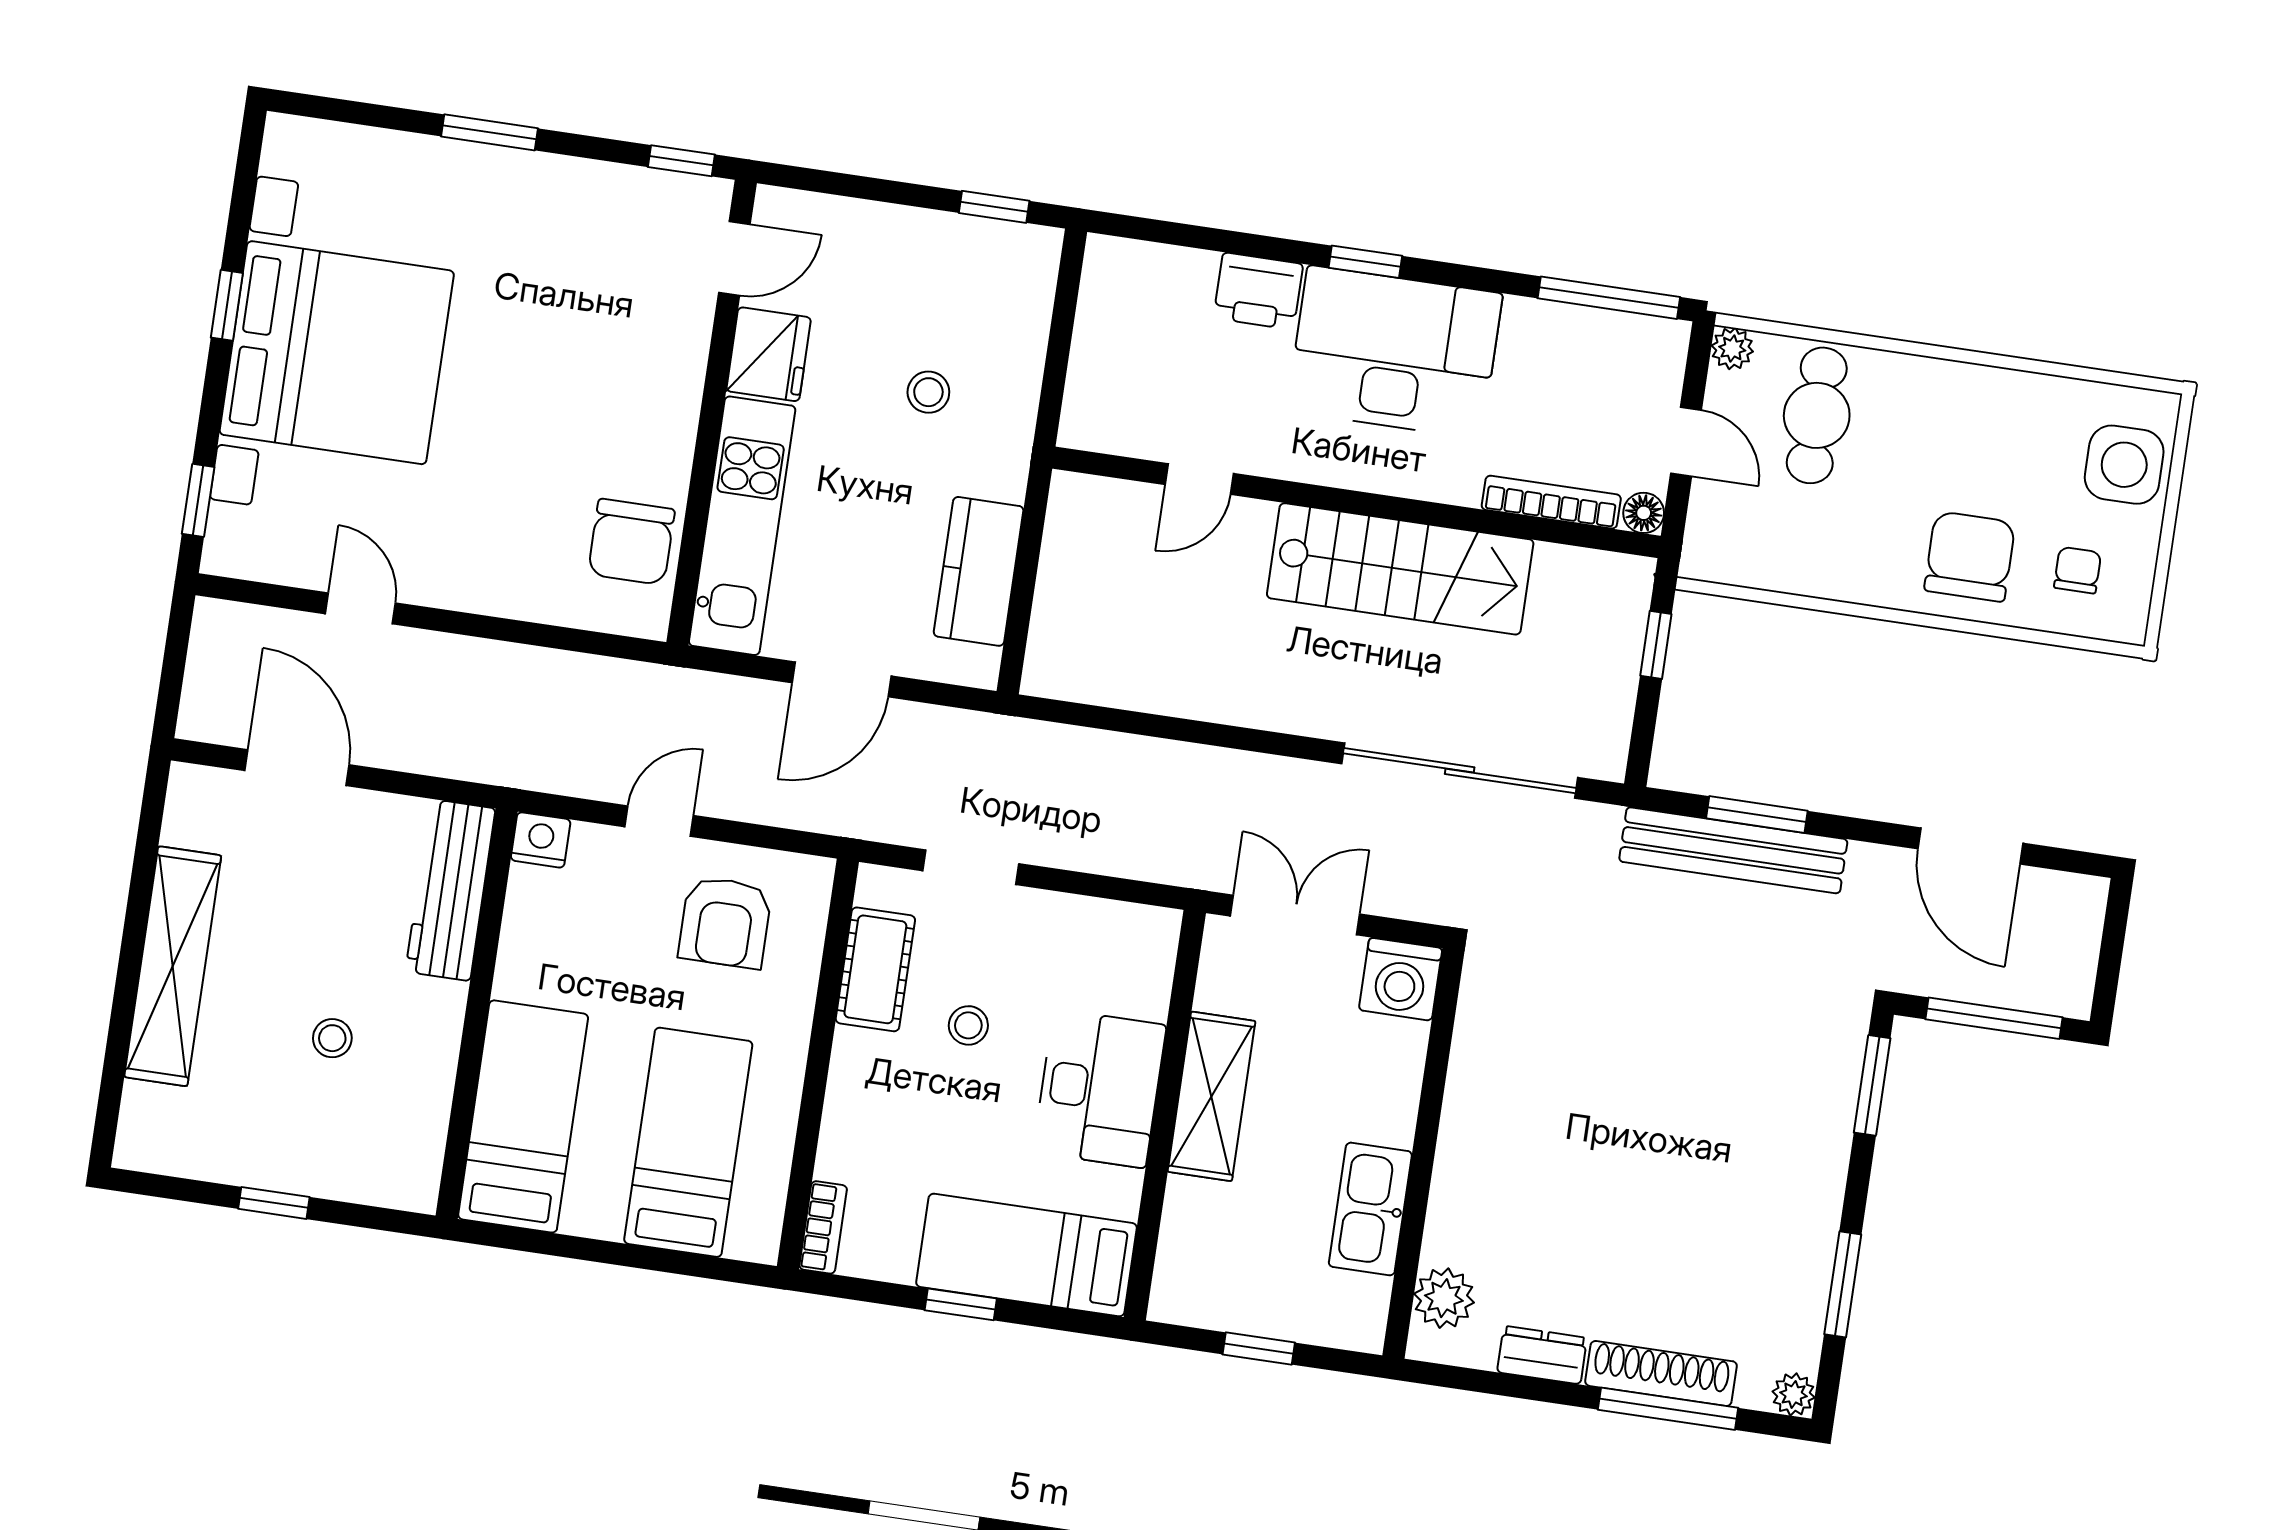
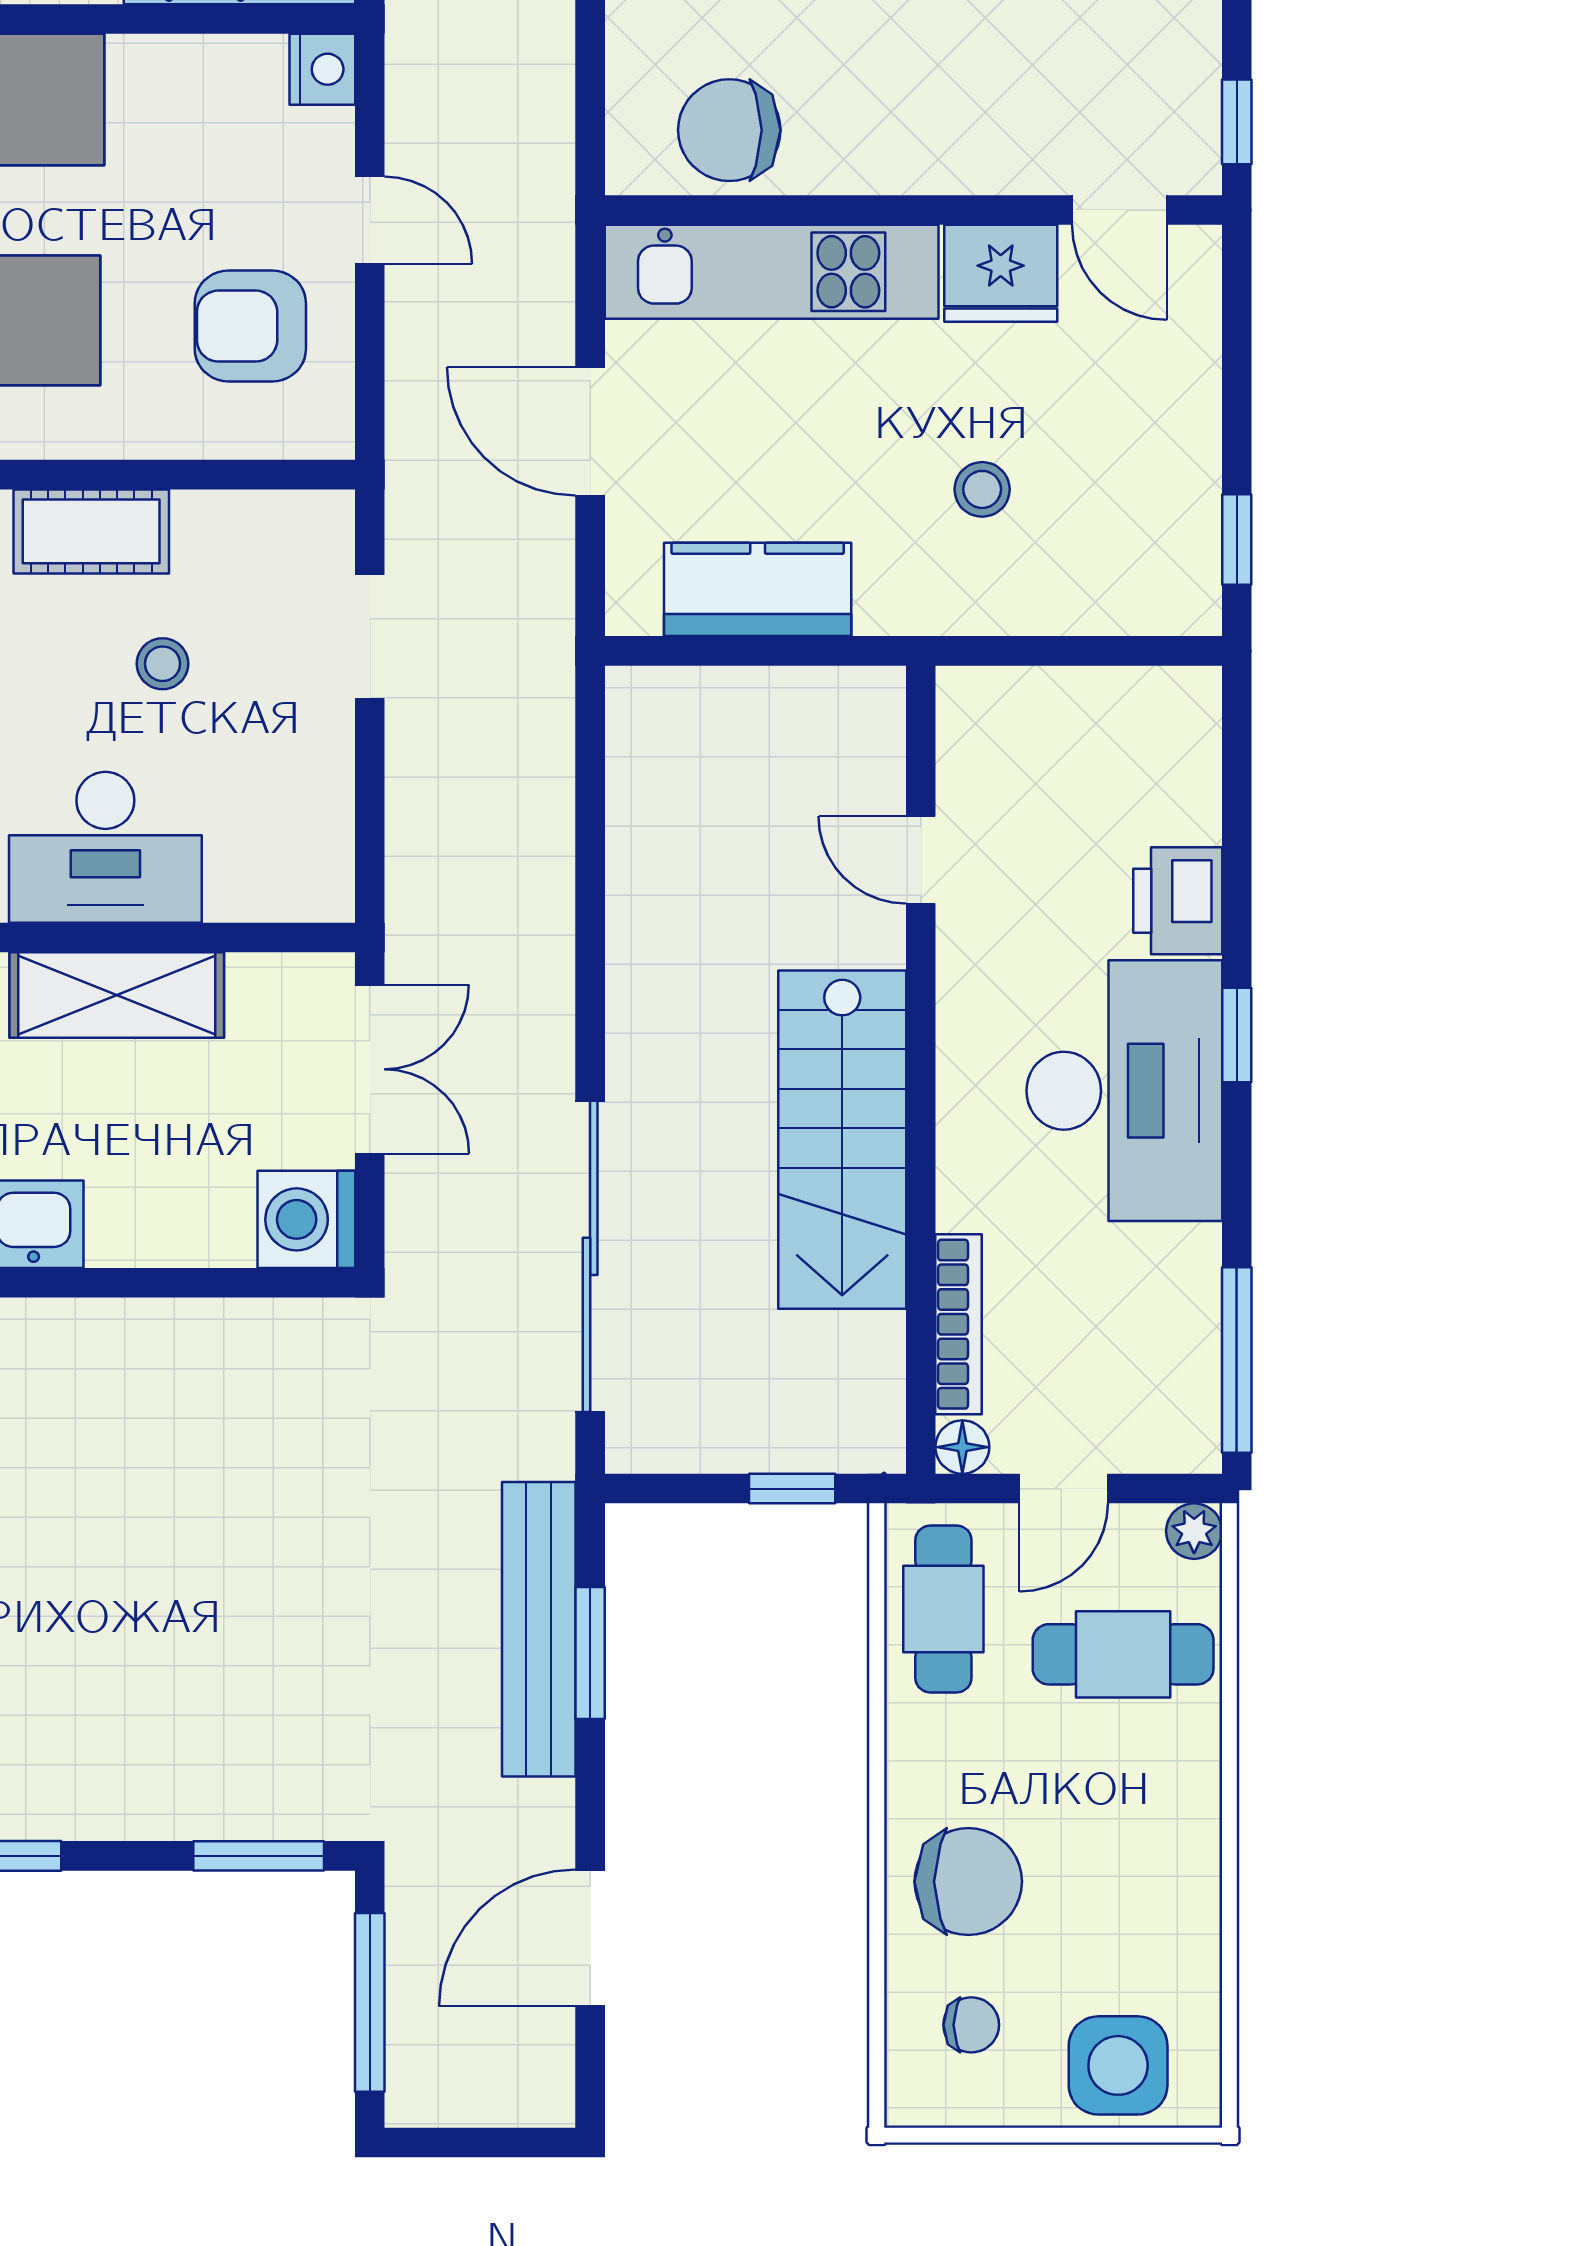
cafe table: (1763, 545) -> (943, 1609), added
cot: (875, 969) -> (91, 531), moved

